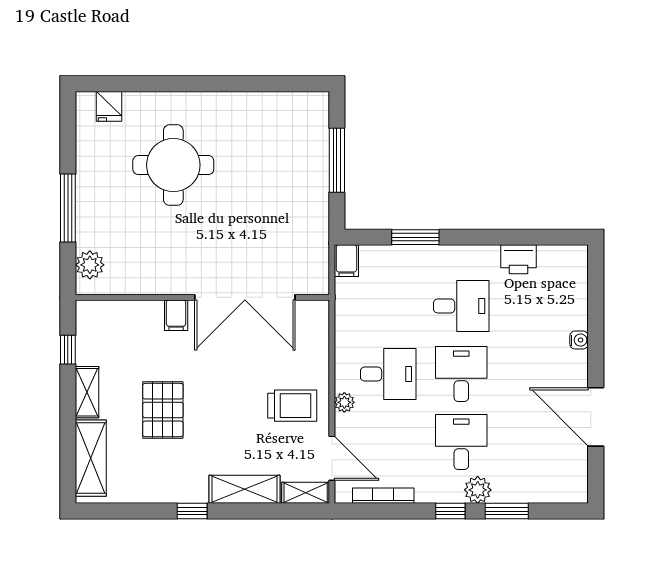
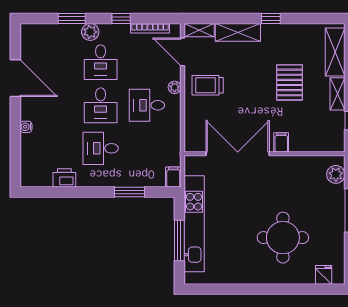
kitchen unit: (314, 187) -> (194, 224), added
window: (450, 511) -> (121, 19), moved

